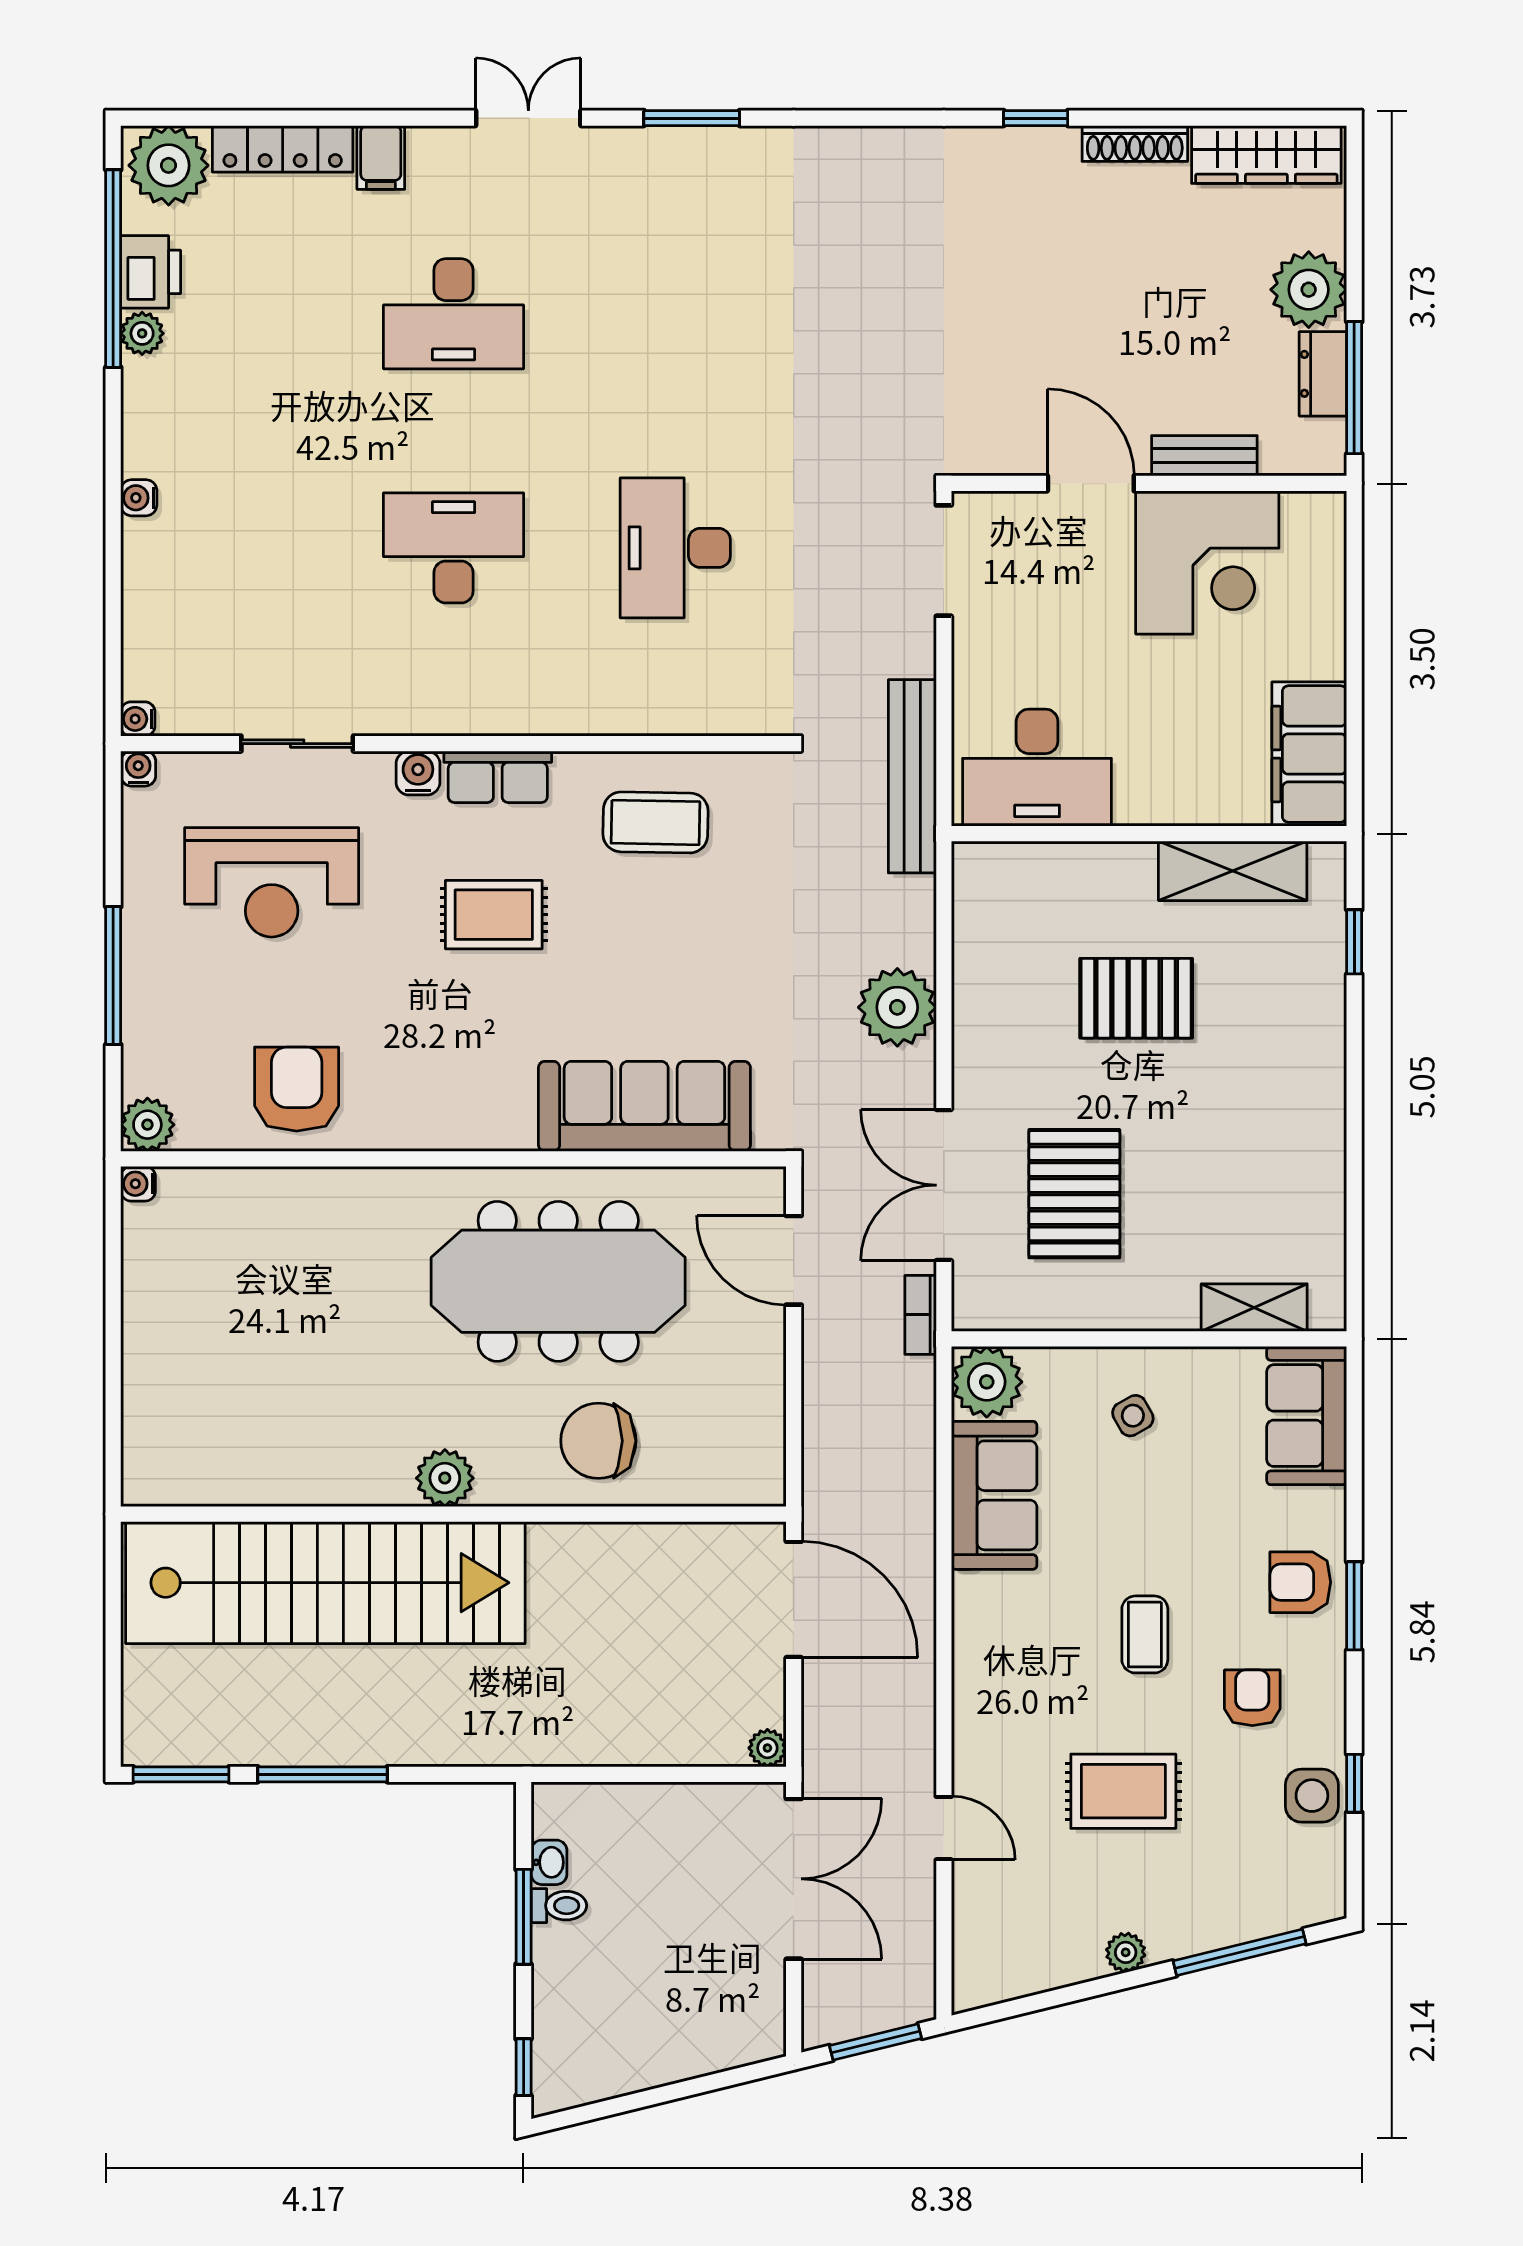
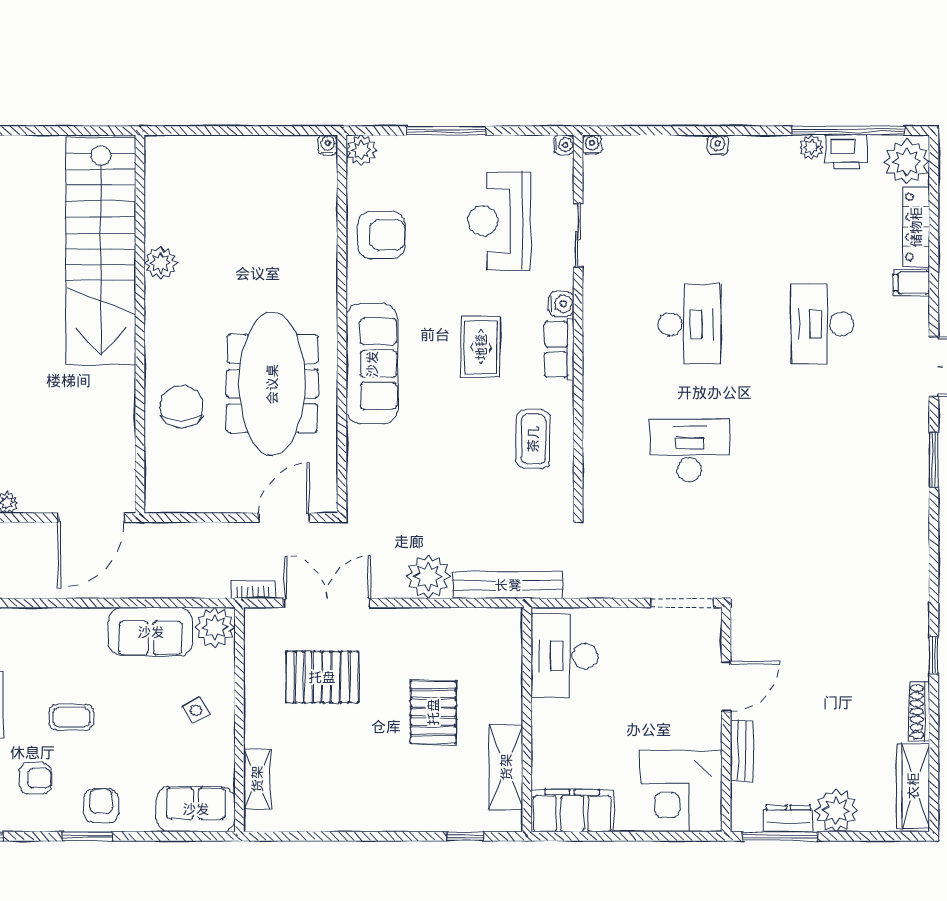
corner desk: (1207, 562) -> (681, 791), moved
bench: (912, 776) -> (508, 585), moved
sofa: (644, 1106) -> (372, 364), moved
plant: (445, 1478) -> (160, 263), moved

